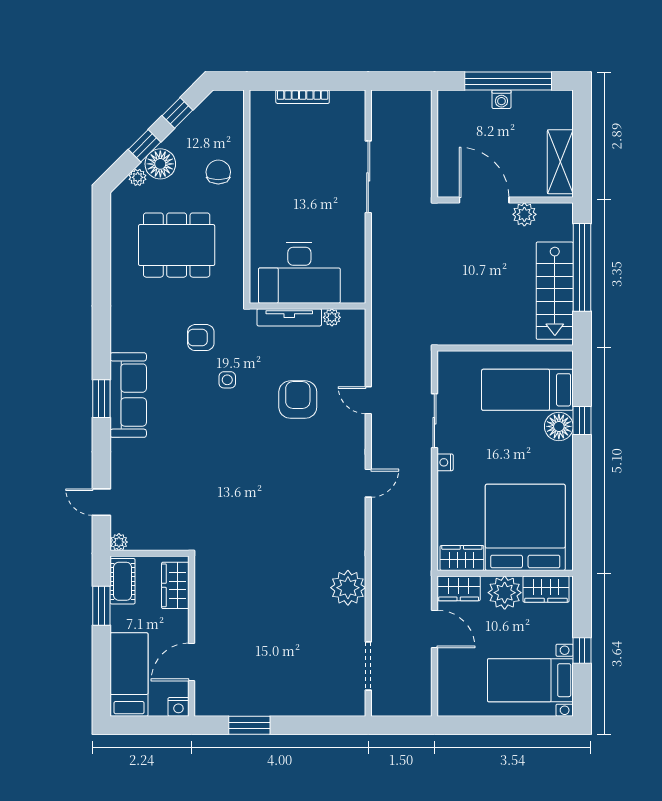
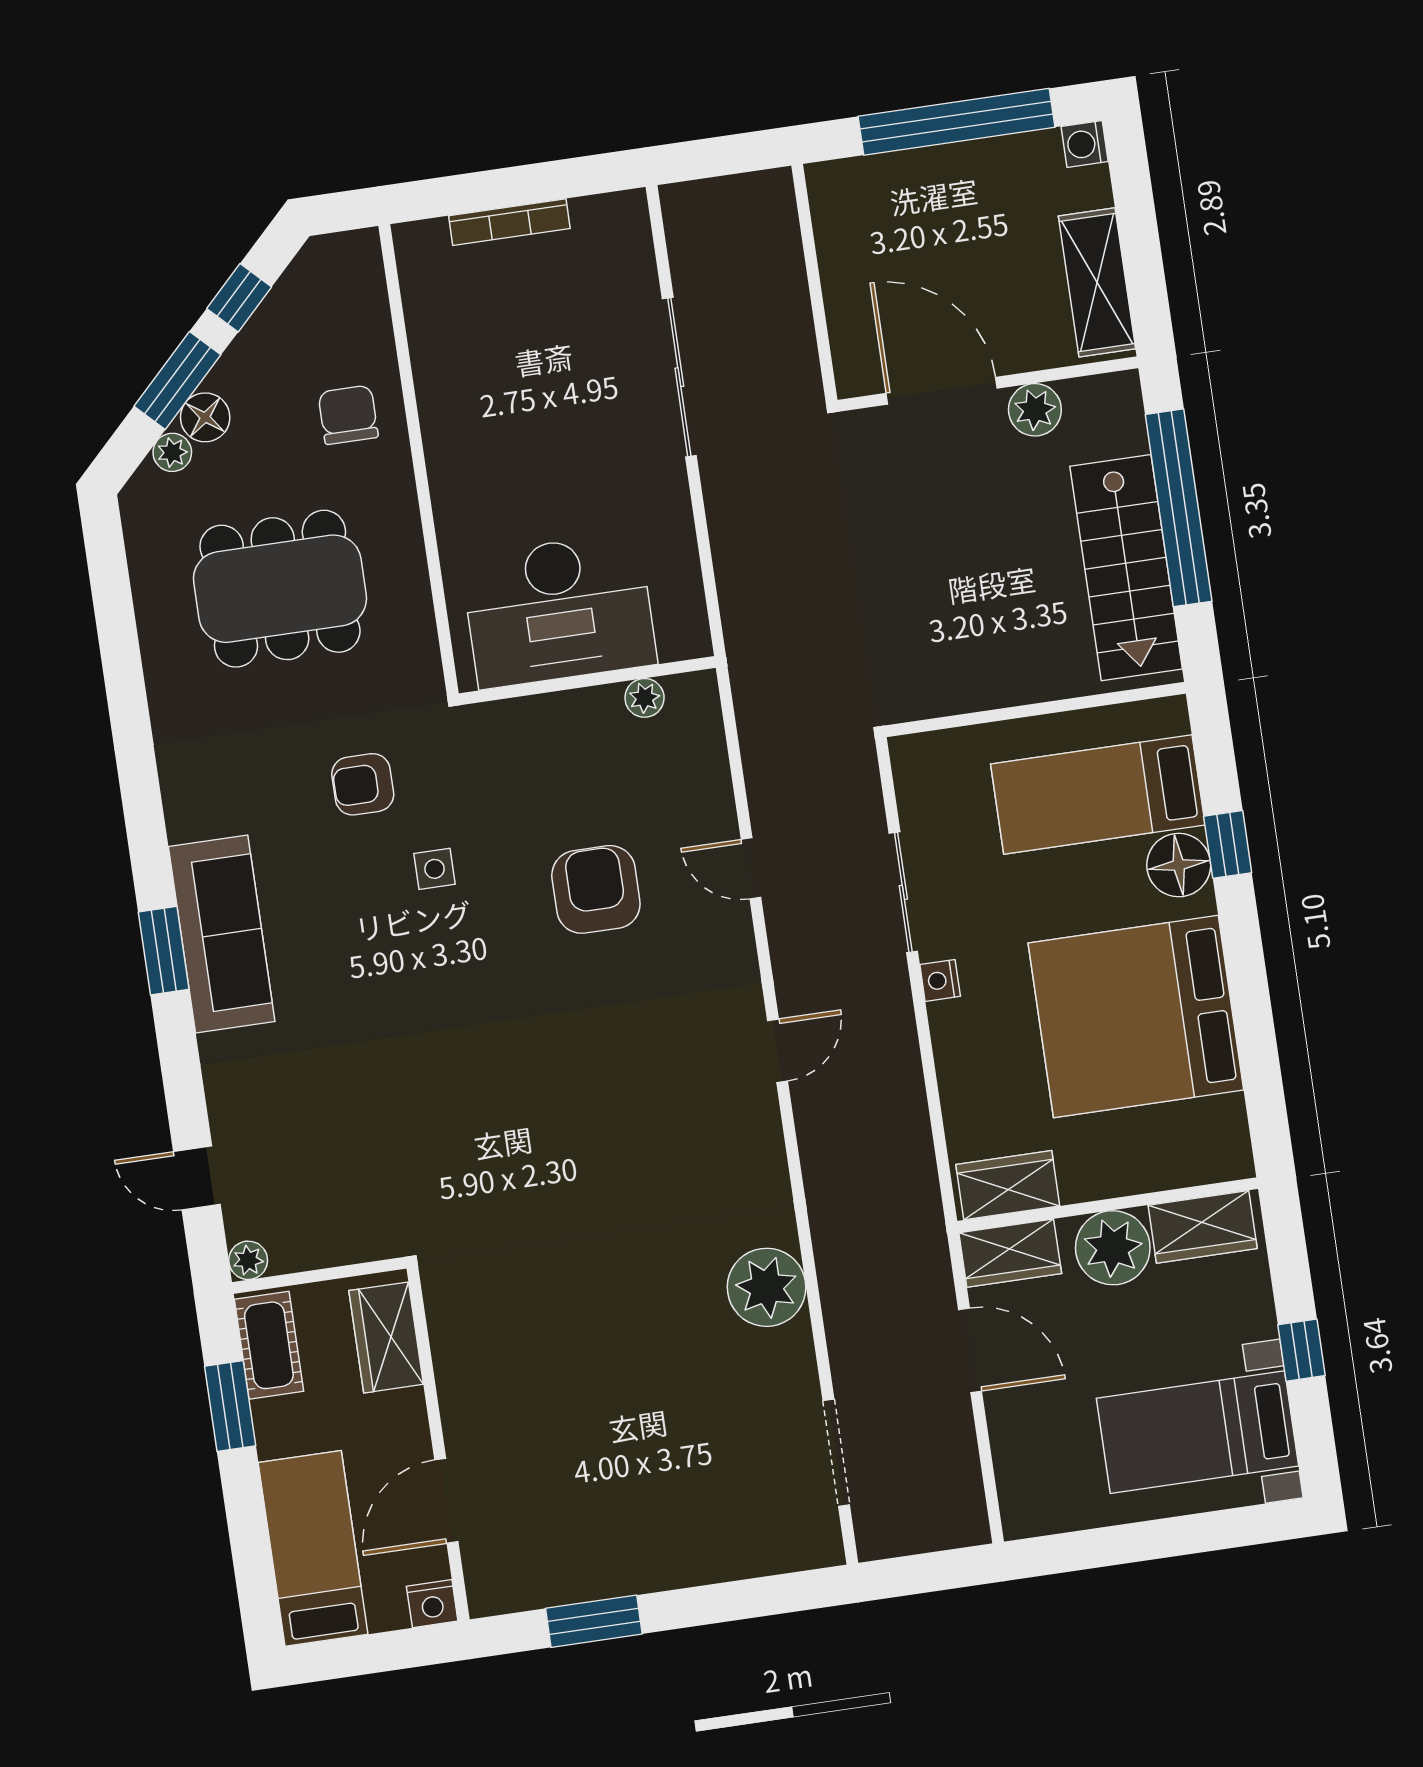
washing machine: (501, 99) -> (1085, 144), moved, turned 90
window: (144, 146) -> (177, 381), width x1.50
floor lamp: (160, 164) -> (205, 417), width x0.73, depth x0.73
tv unit: (289, 317) -> (551, 711), removed
bed: (525, 527) -> (1136, 1016), moved, turned -90

